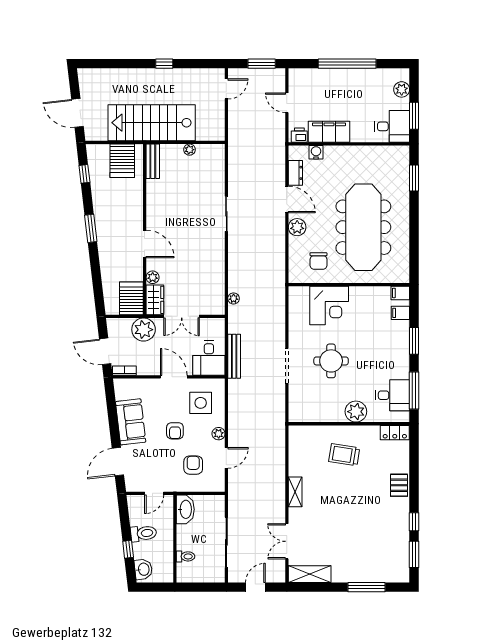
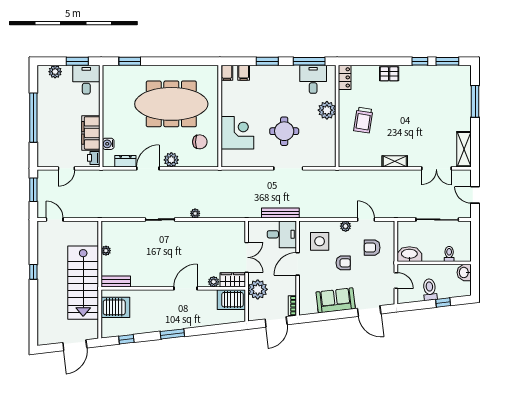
plant: (234, 298) -> (195, 213), moved
washbasin: (143, 569) -> (464, 272), moved, turned -83

